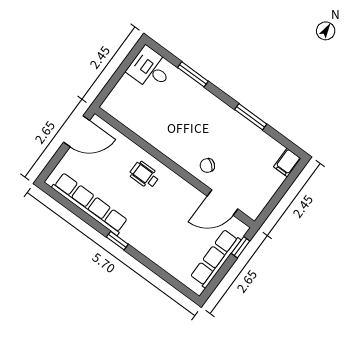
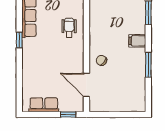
filing cabinet: (287, 163) -> (137, 41), moved
row of seats: (216, 258) -> (44, 105), width x0.68

